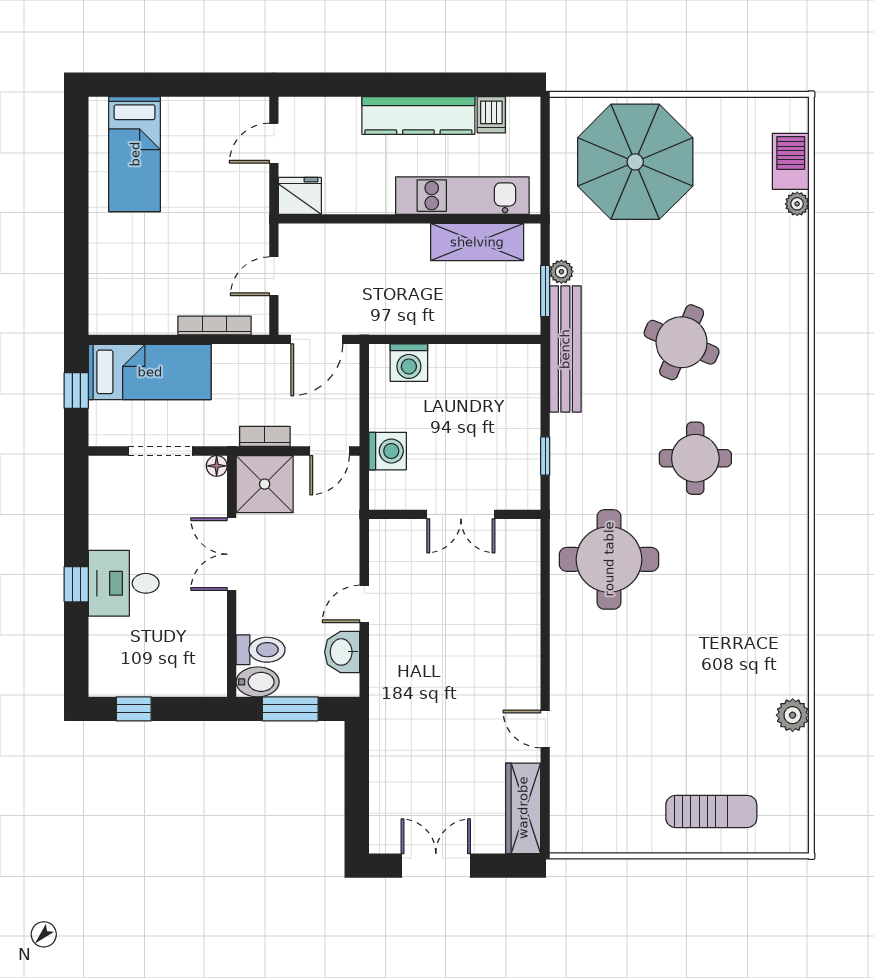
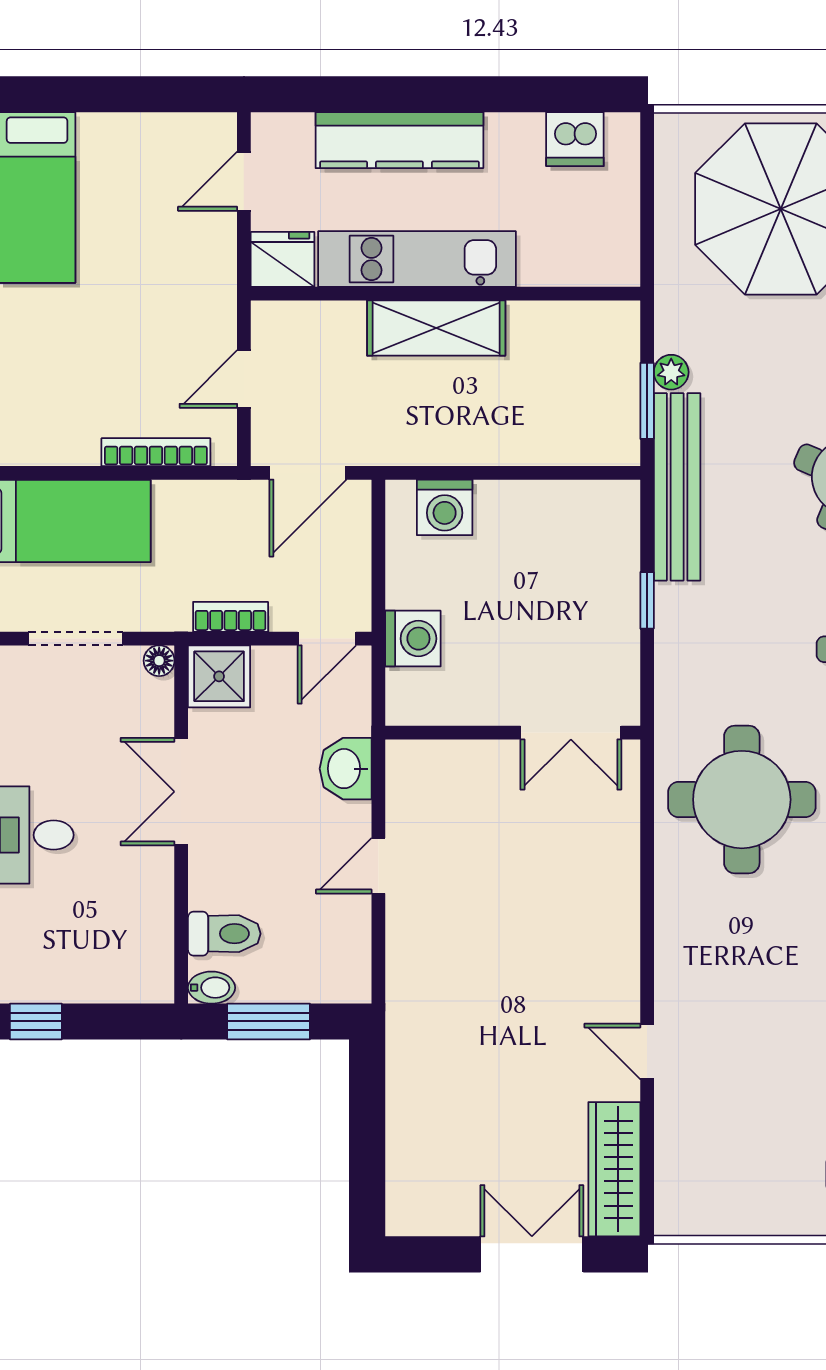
dishwasher: (491, 115) -> (575, 139), width x1.38
kitchen counter: (418, 116) -> (399, 140), moved
kitchen unit: (462, 196) -> (417, 259), moved
shelving: (477, 242) -> (436, 328), moved
window: (545, 456) -> (647, 600), moved
shower: (265, 484) -> (219, 676), width x0.73, depth x0.73
double door: (461, 514) -> (571, 733), moved
washbasin: (342, 652) -> (346, 769), moved
bidet: (258, 682) -> (211, 988), width x0.72, depth x0.74
double door: (436, 866) -> (532, 1254), moved

